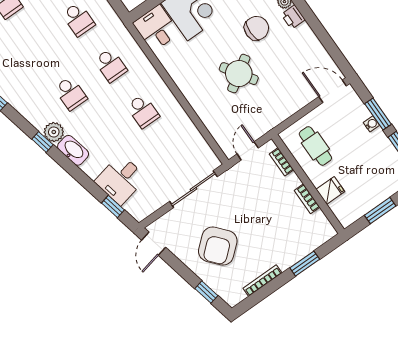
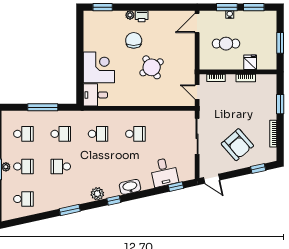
school desk: (71, 93) -> (61, 166), moved, turned 180
plant: (54, 132) -> (97, 194), moved
cafe table: (315, 146) -> (226, 44), moved

